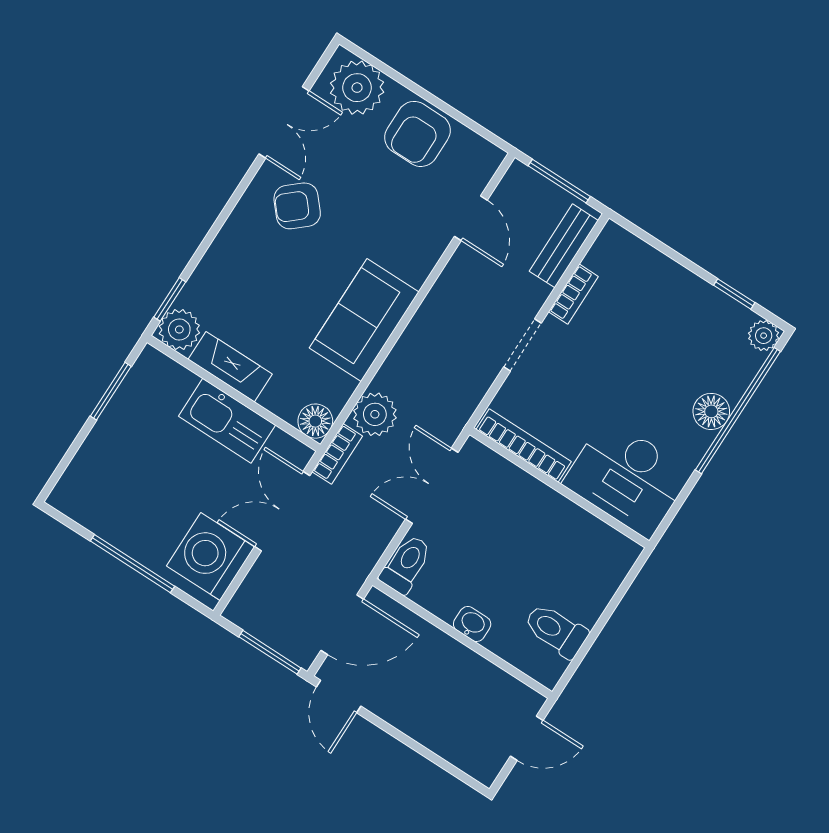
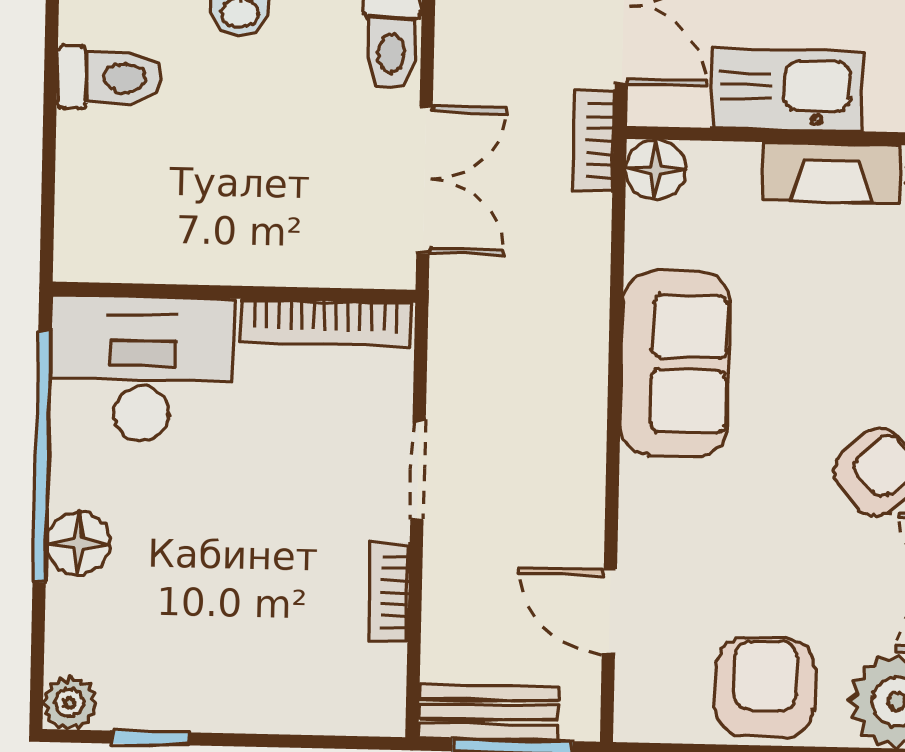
bench: (564, 246) -> (489, 713), moved, turned 90
window: (738, 411) -> (42, 456), moved
plant: (375, 414) -> (574, 234), removed

